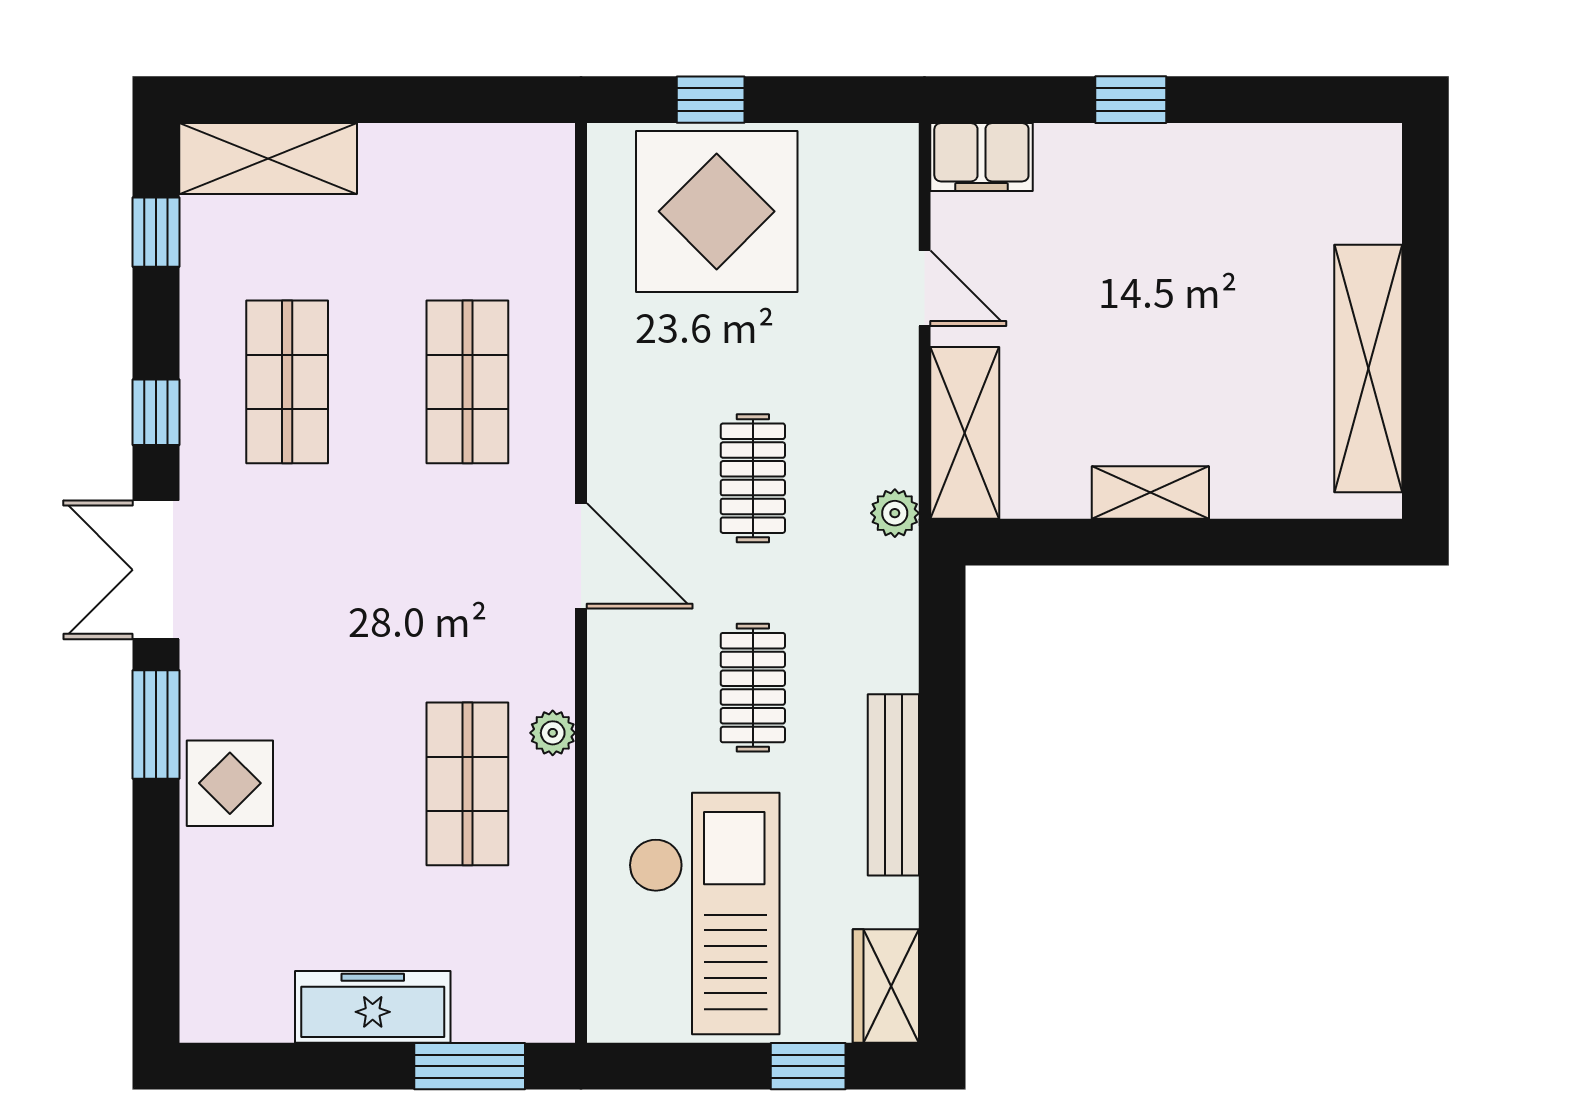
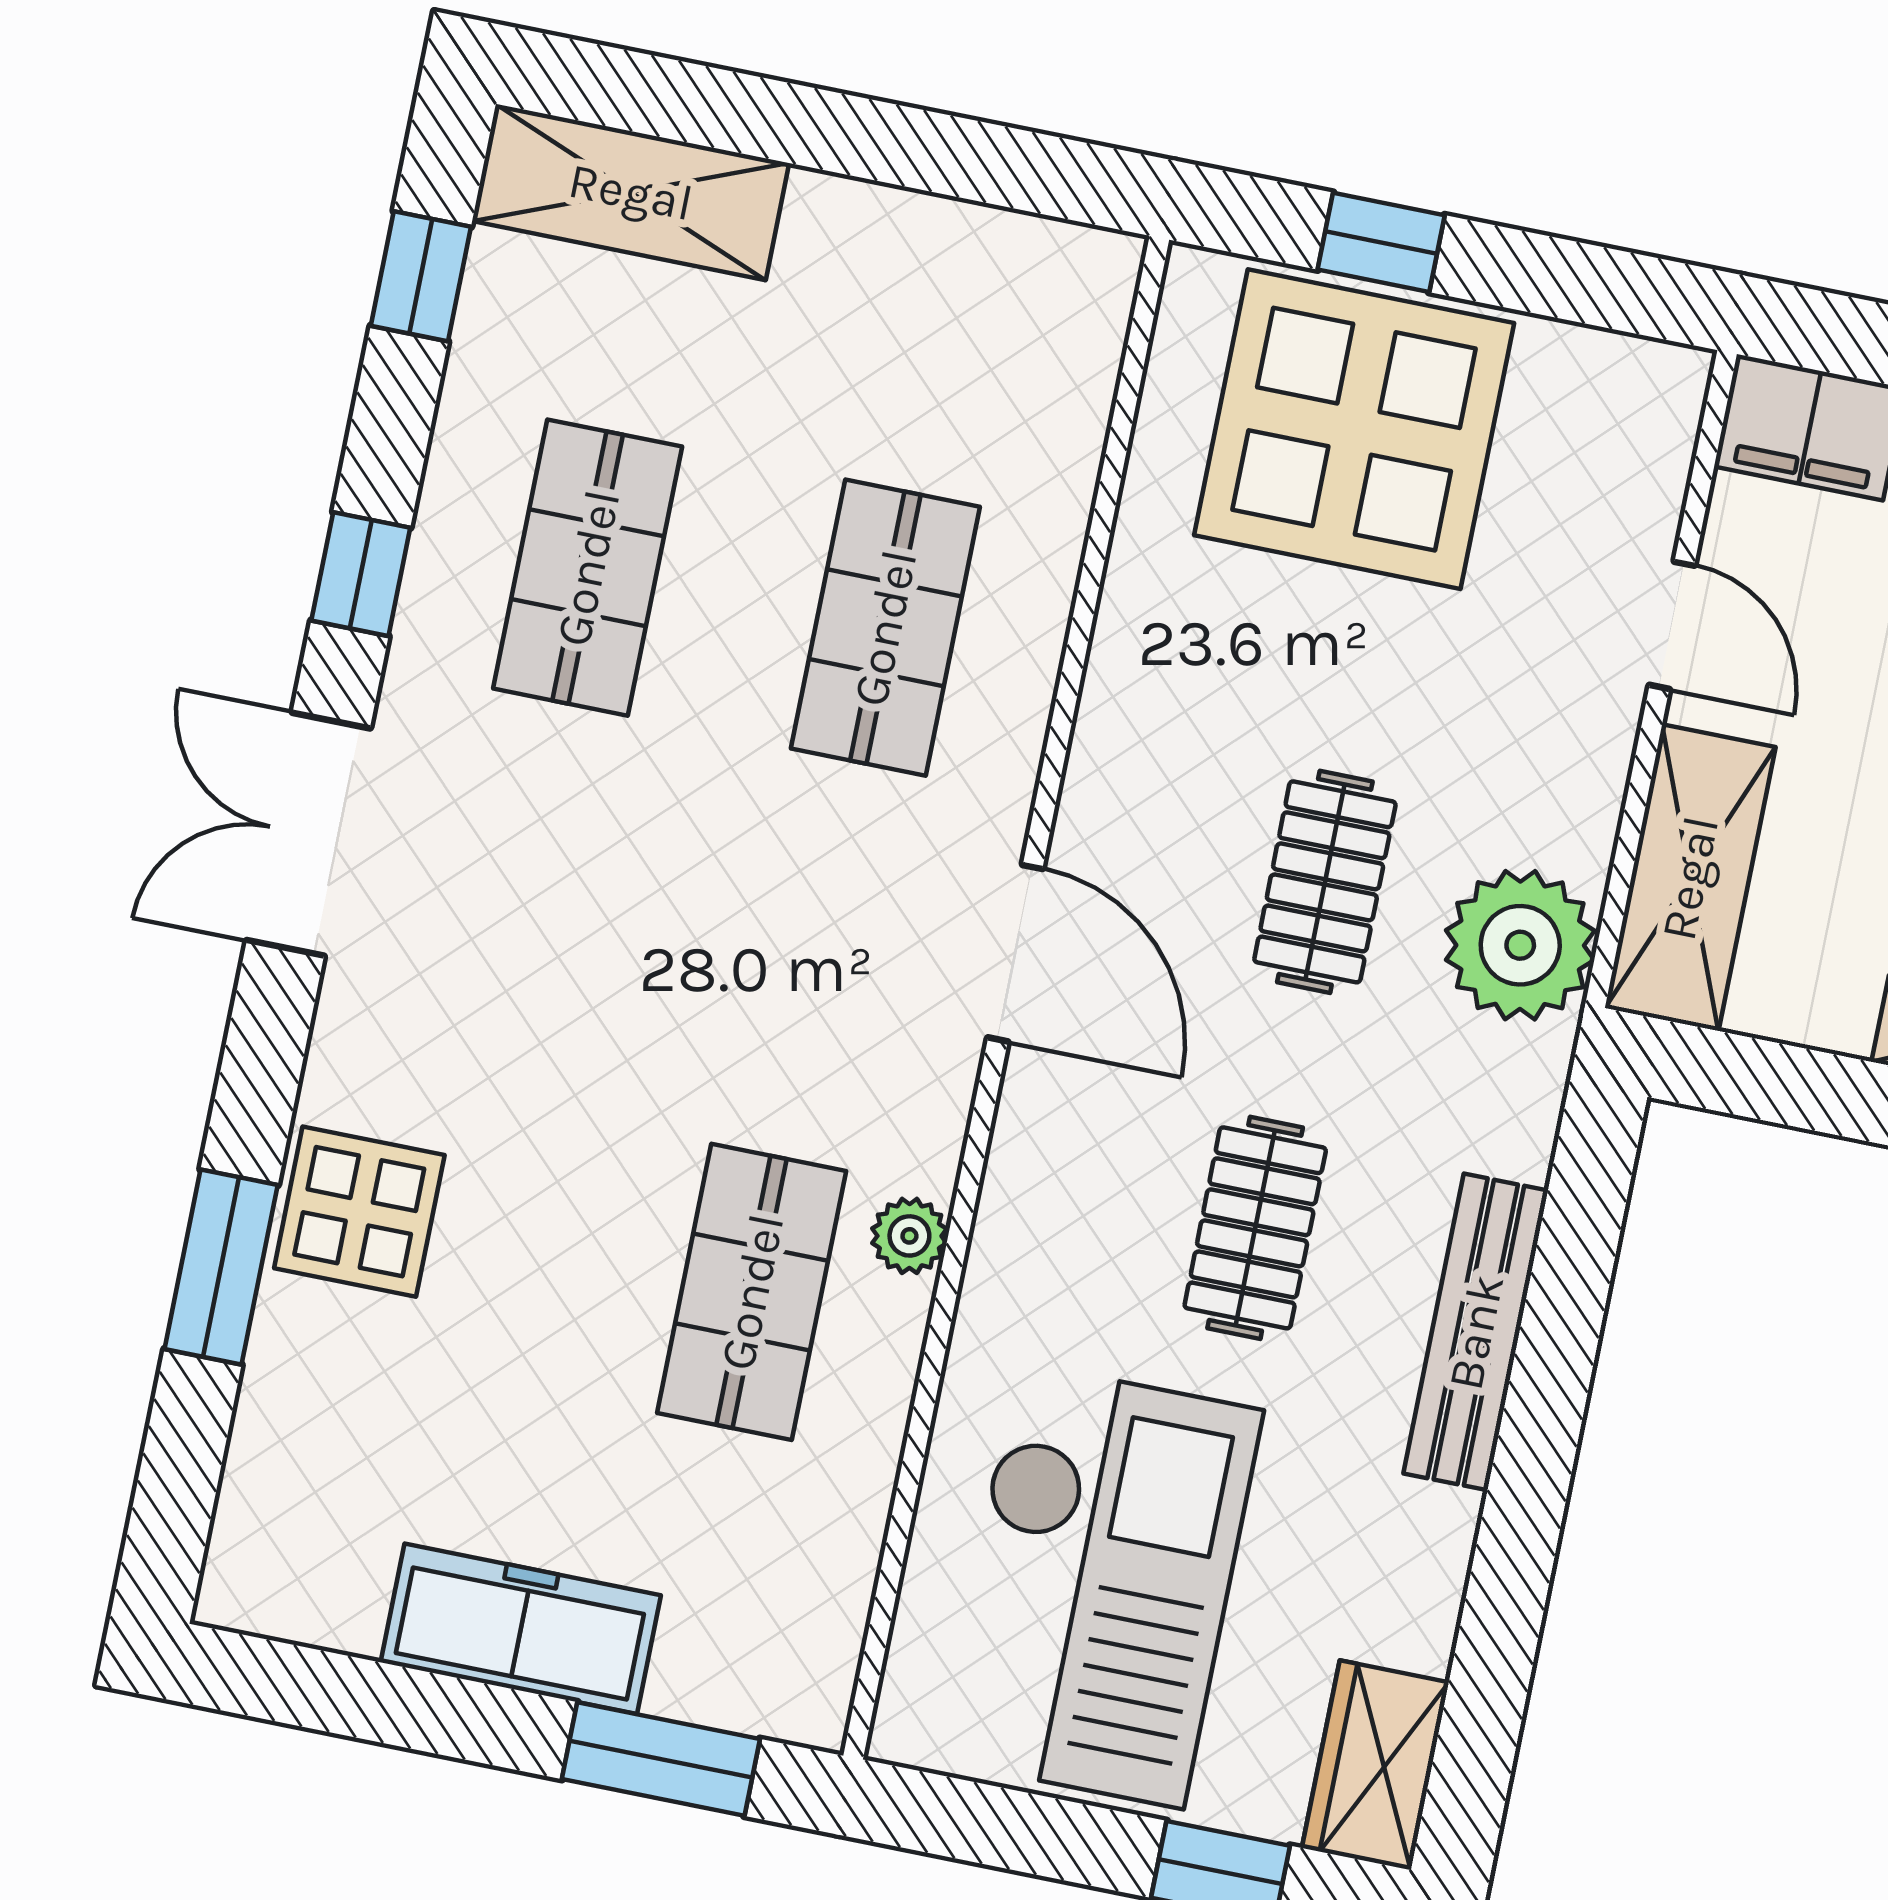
plant: (895, 513) -> (1520, 945), width x1.87, depth x1.87
window: (156, 724) -> (221, 1267), moved
bench: (893, 785) -> (1476, 1332), moved

